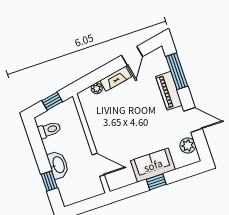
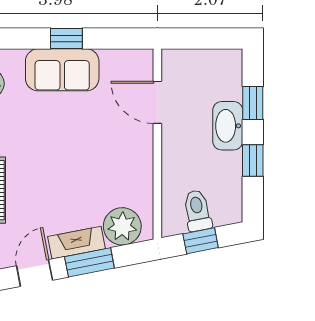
window: (106, 71) -> (89, 262), added
plant: (97, 88) -> (122, 226), width x1.87, depth x1.87
toilet: (49, 130) -> (197, 211), moved, turned 79
window: (39, 151) -> (253, 161), added

